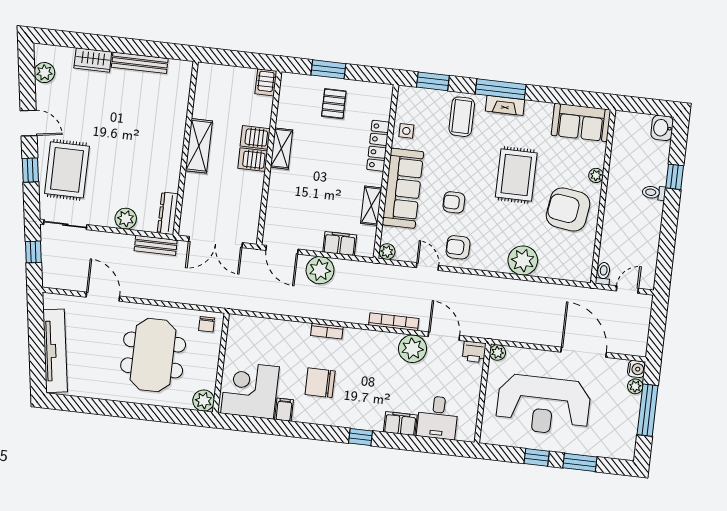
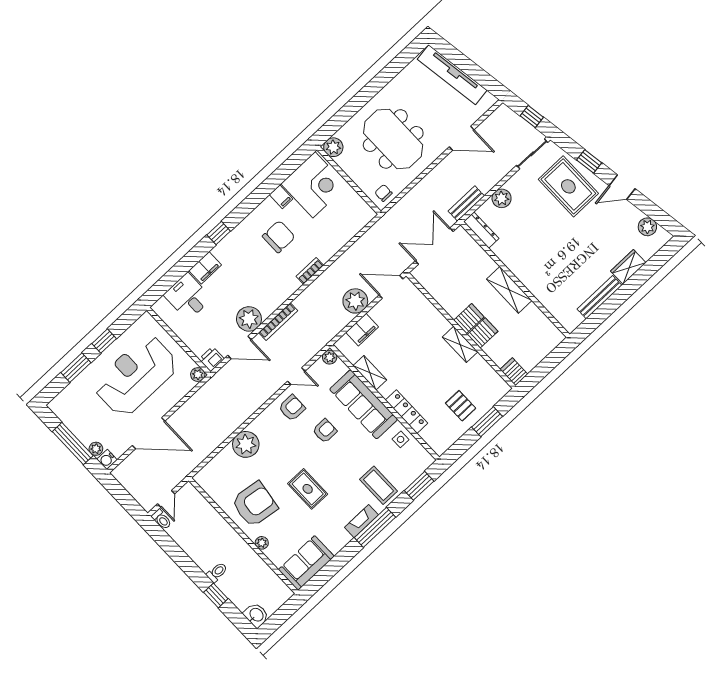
rug: (516, 175) -> (308, 489), width x0.73, depth x0.70
toilet: (603, 273) -> (162, 519), moved

